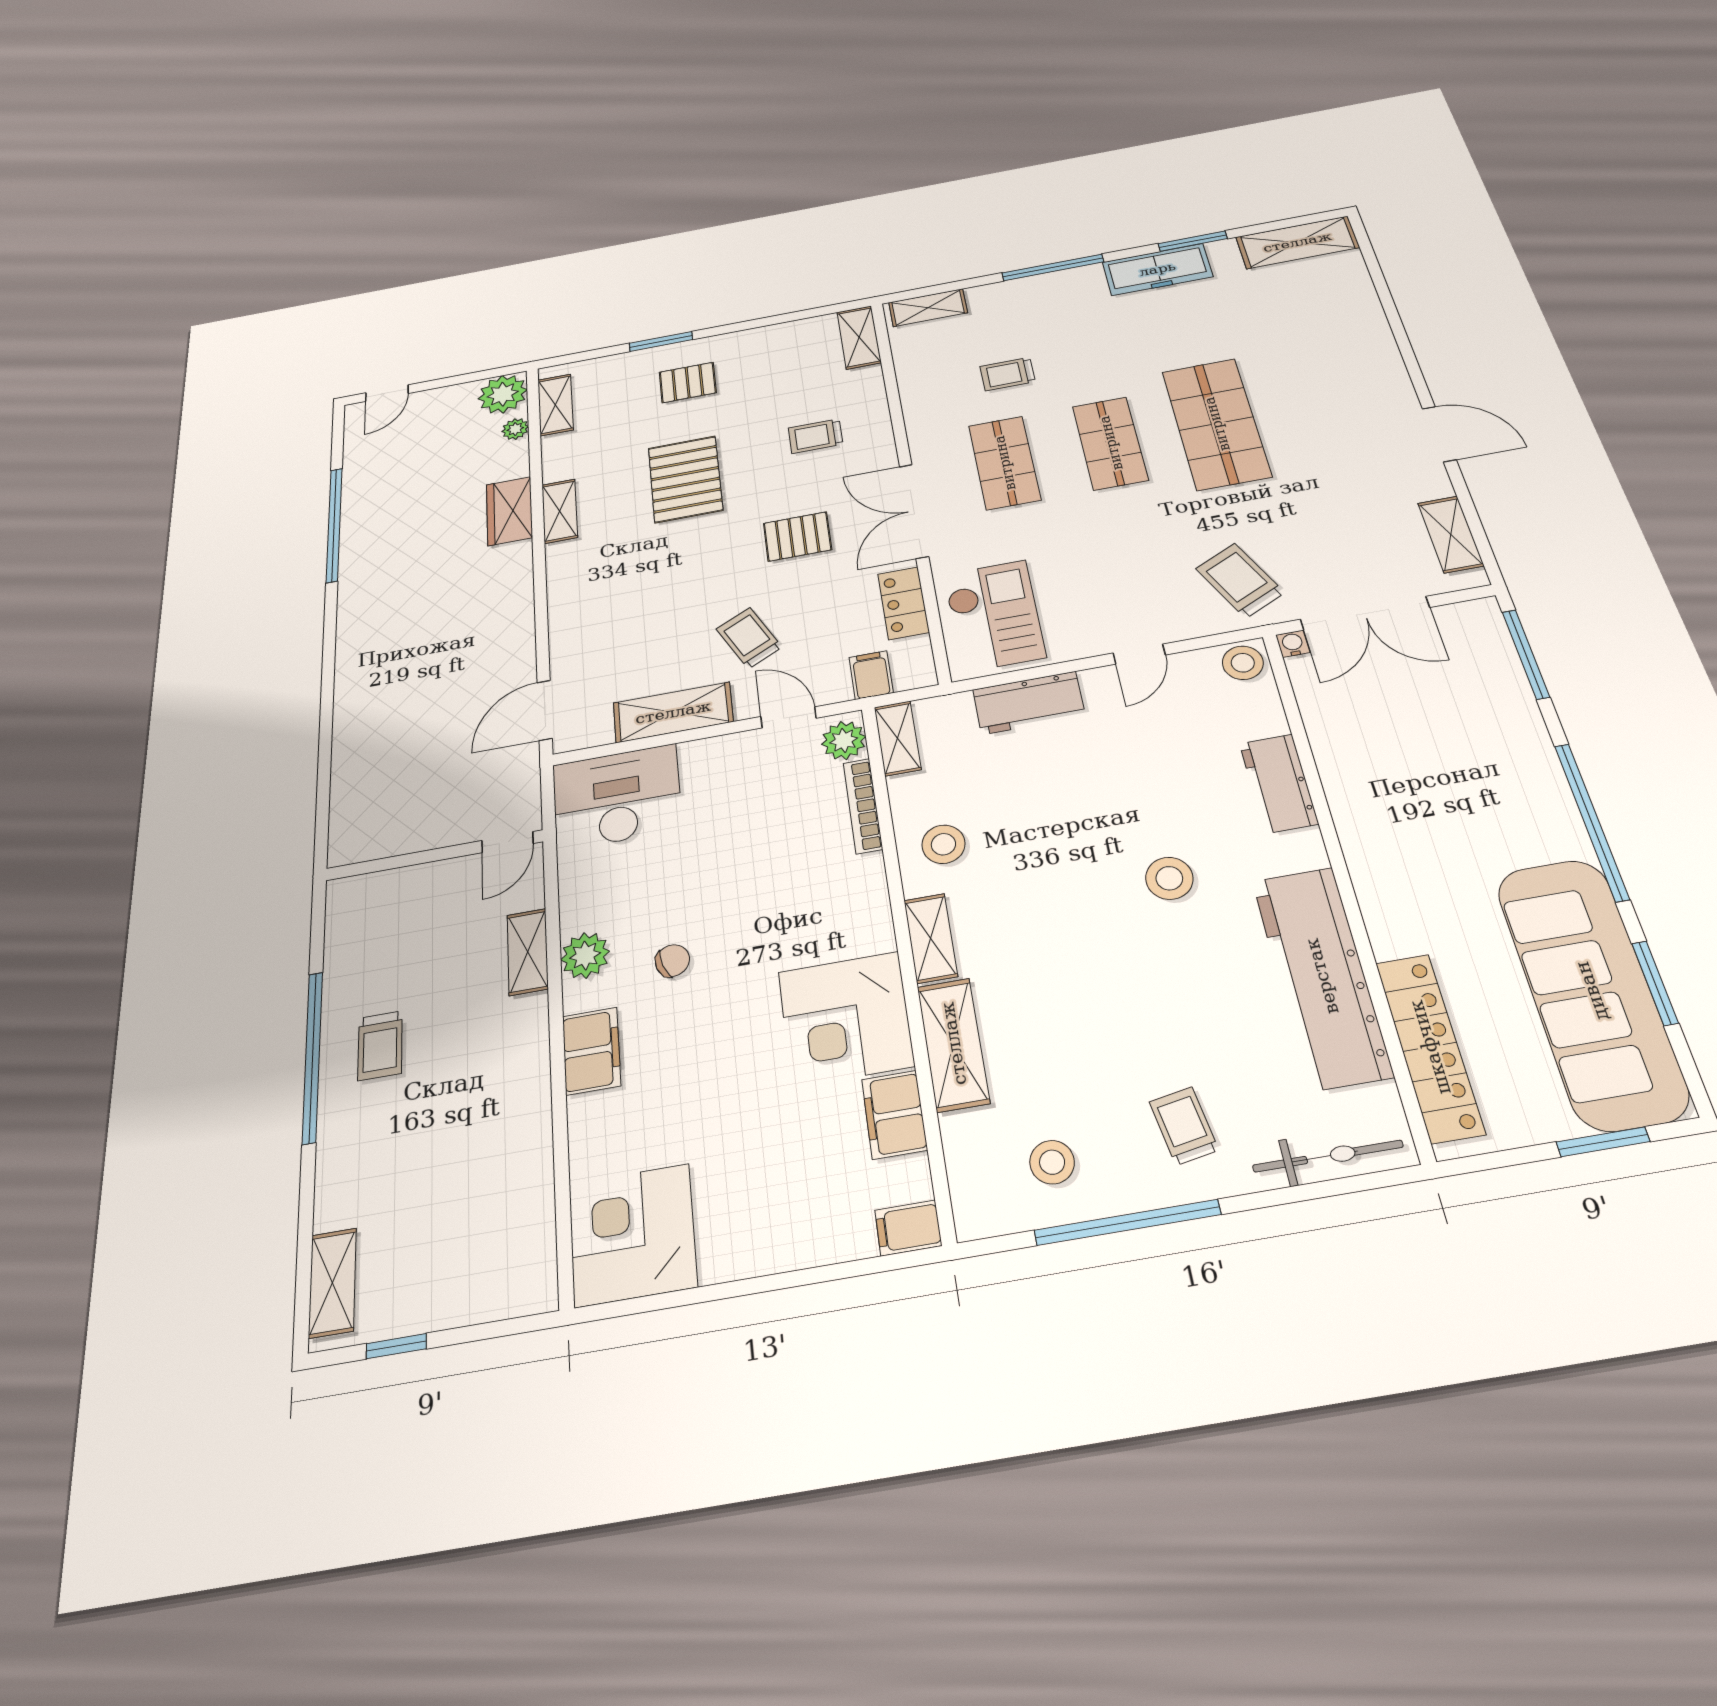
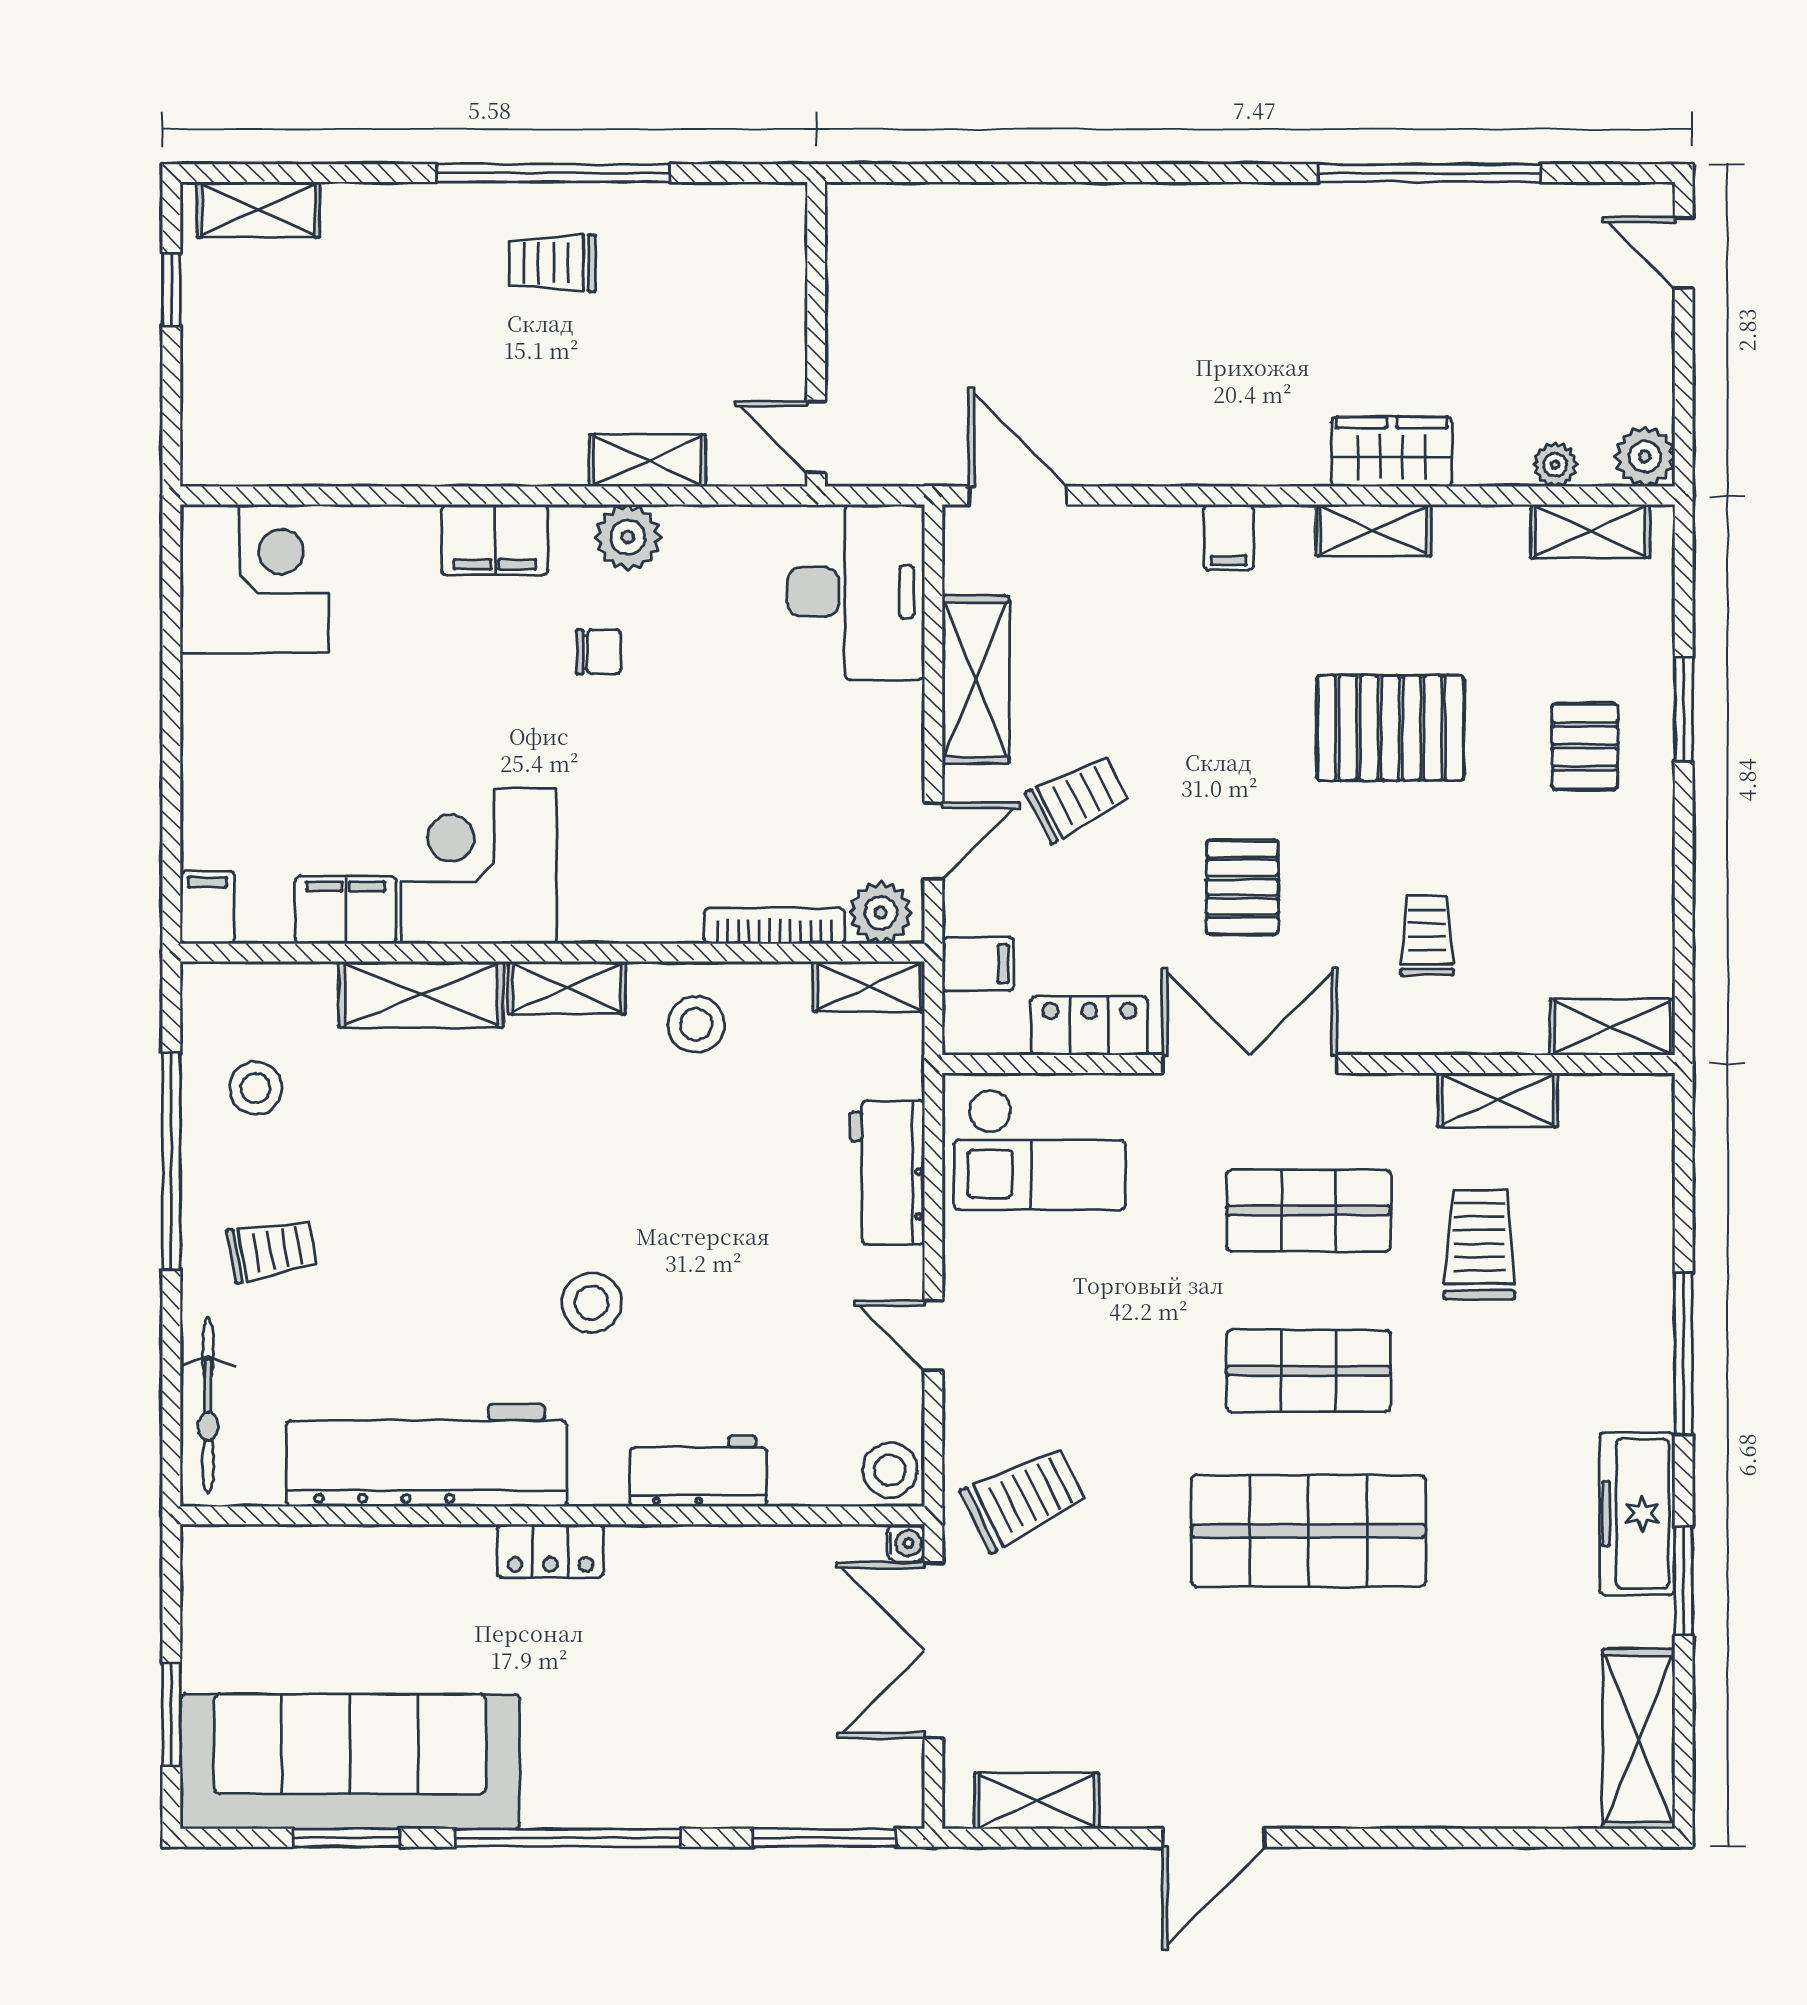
shelving: (928, 308) -> (1498, 1100), moved, turned 90
trolley: (1008, 374) -> (1479, 1245), width x1.36, depth x1.39
plant: (503, 394) -> (1645, 457), width x0.73, depth x0.73
filing cabinet: (568, 586) -> (1229, 537), added
chair: (672, 961) -> (599, 652), turned -71
locker: (1429, 1047) -> (550, 1551), moved, width x0.46, depth x0.83

